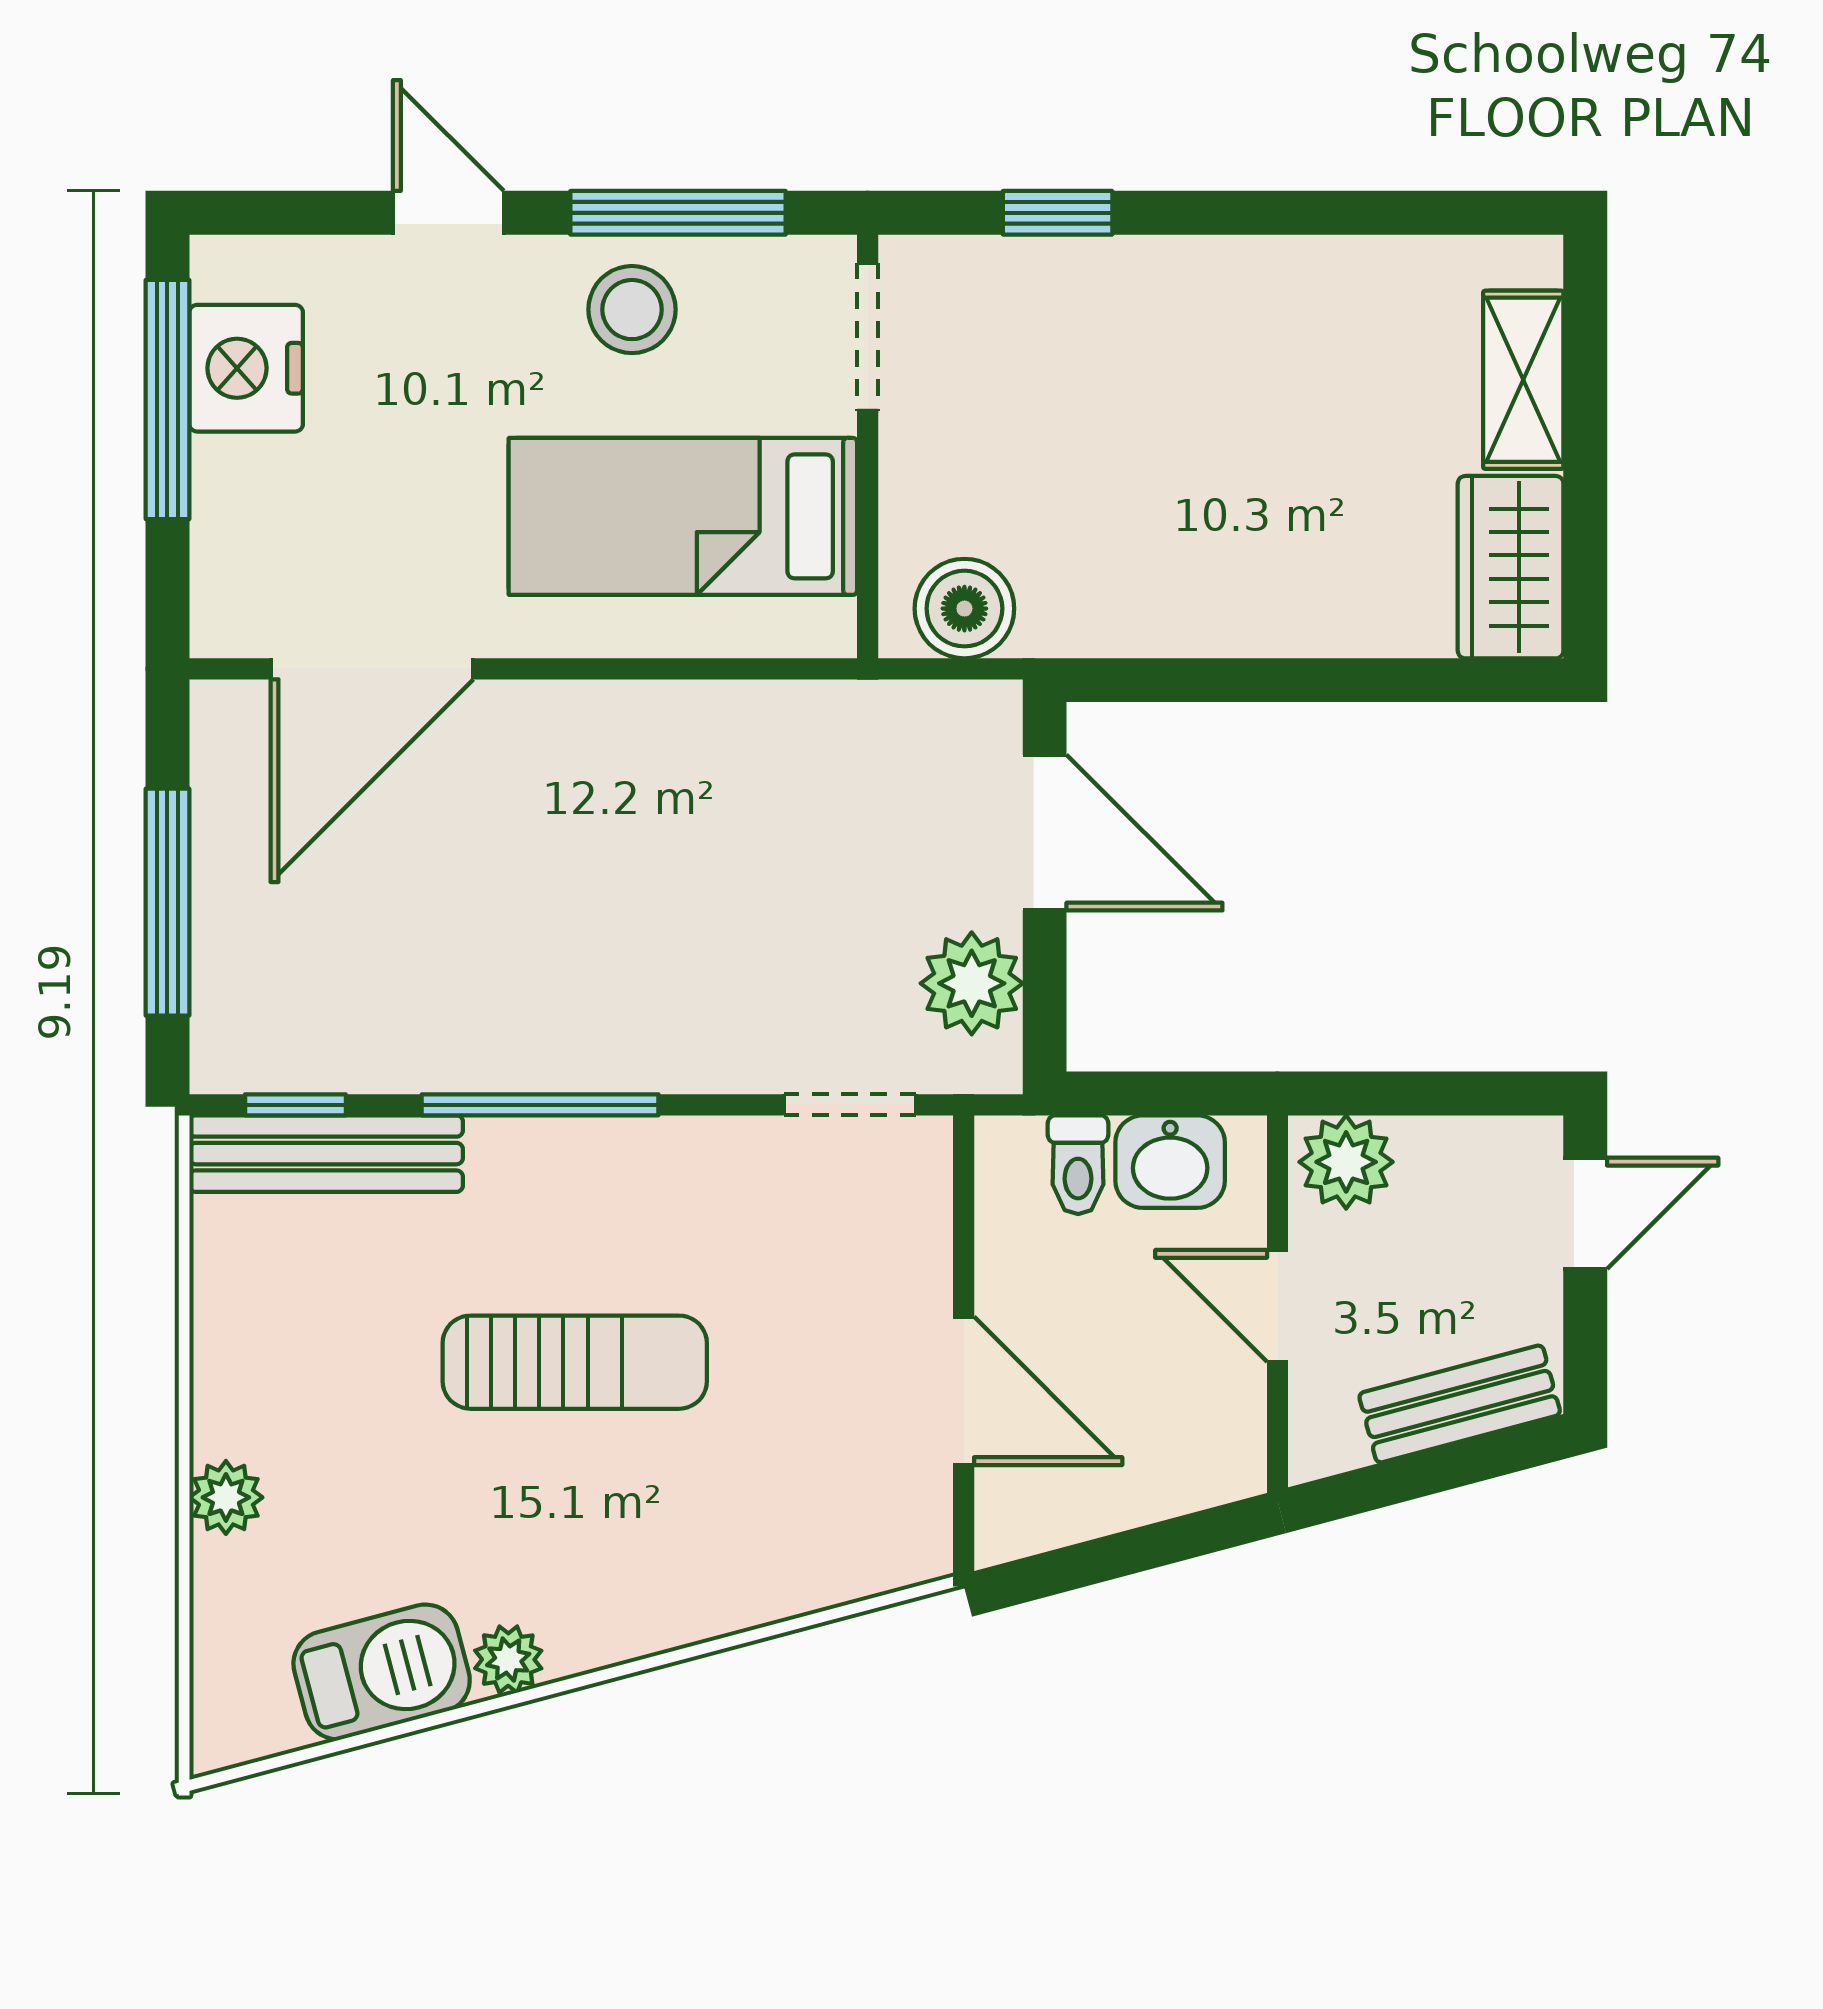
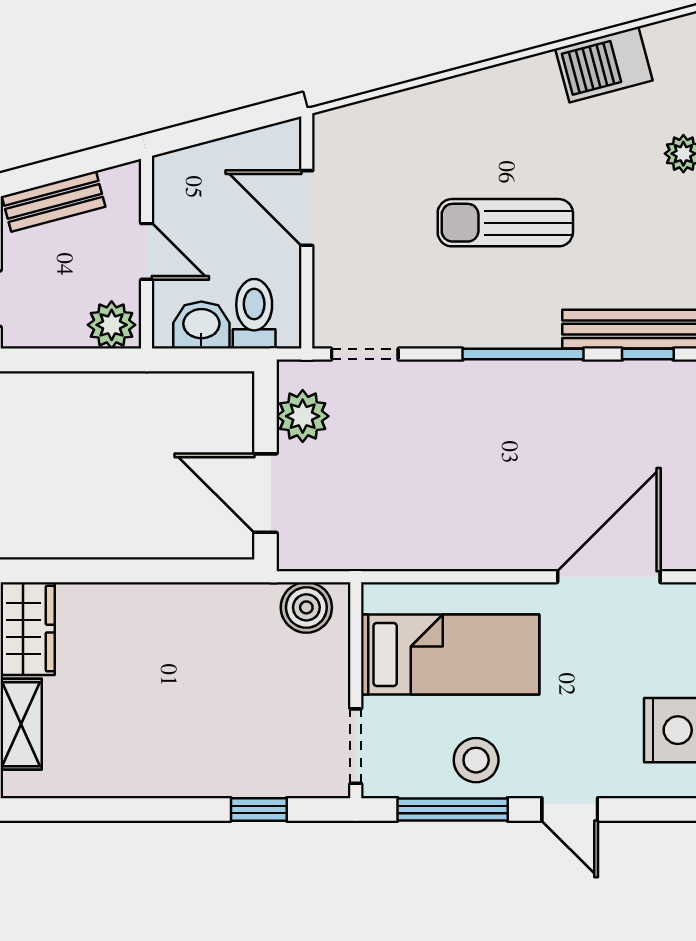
toilet: (1078, 1165) -> (254, 314), width x1.37, depth x1.39
plant: (508, 1660) -> (539, 71), removed

